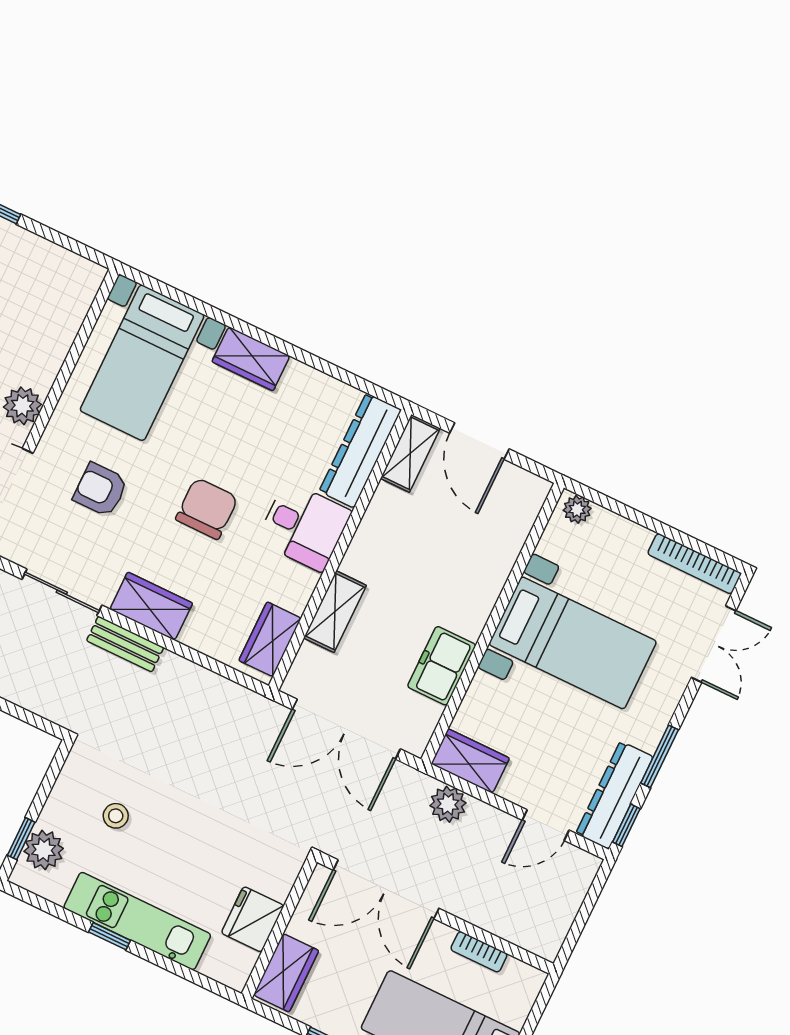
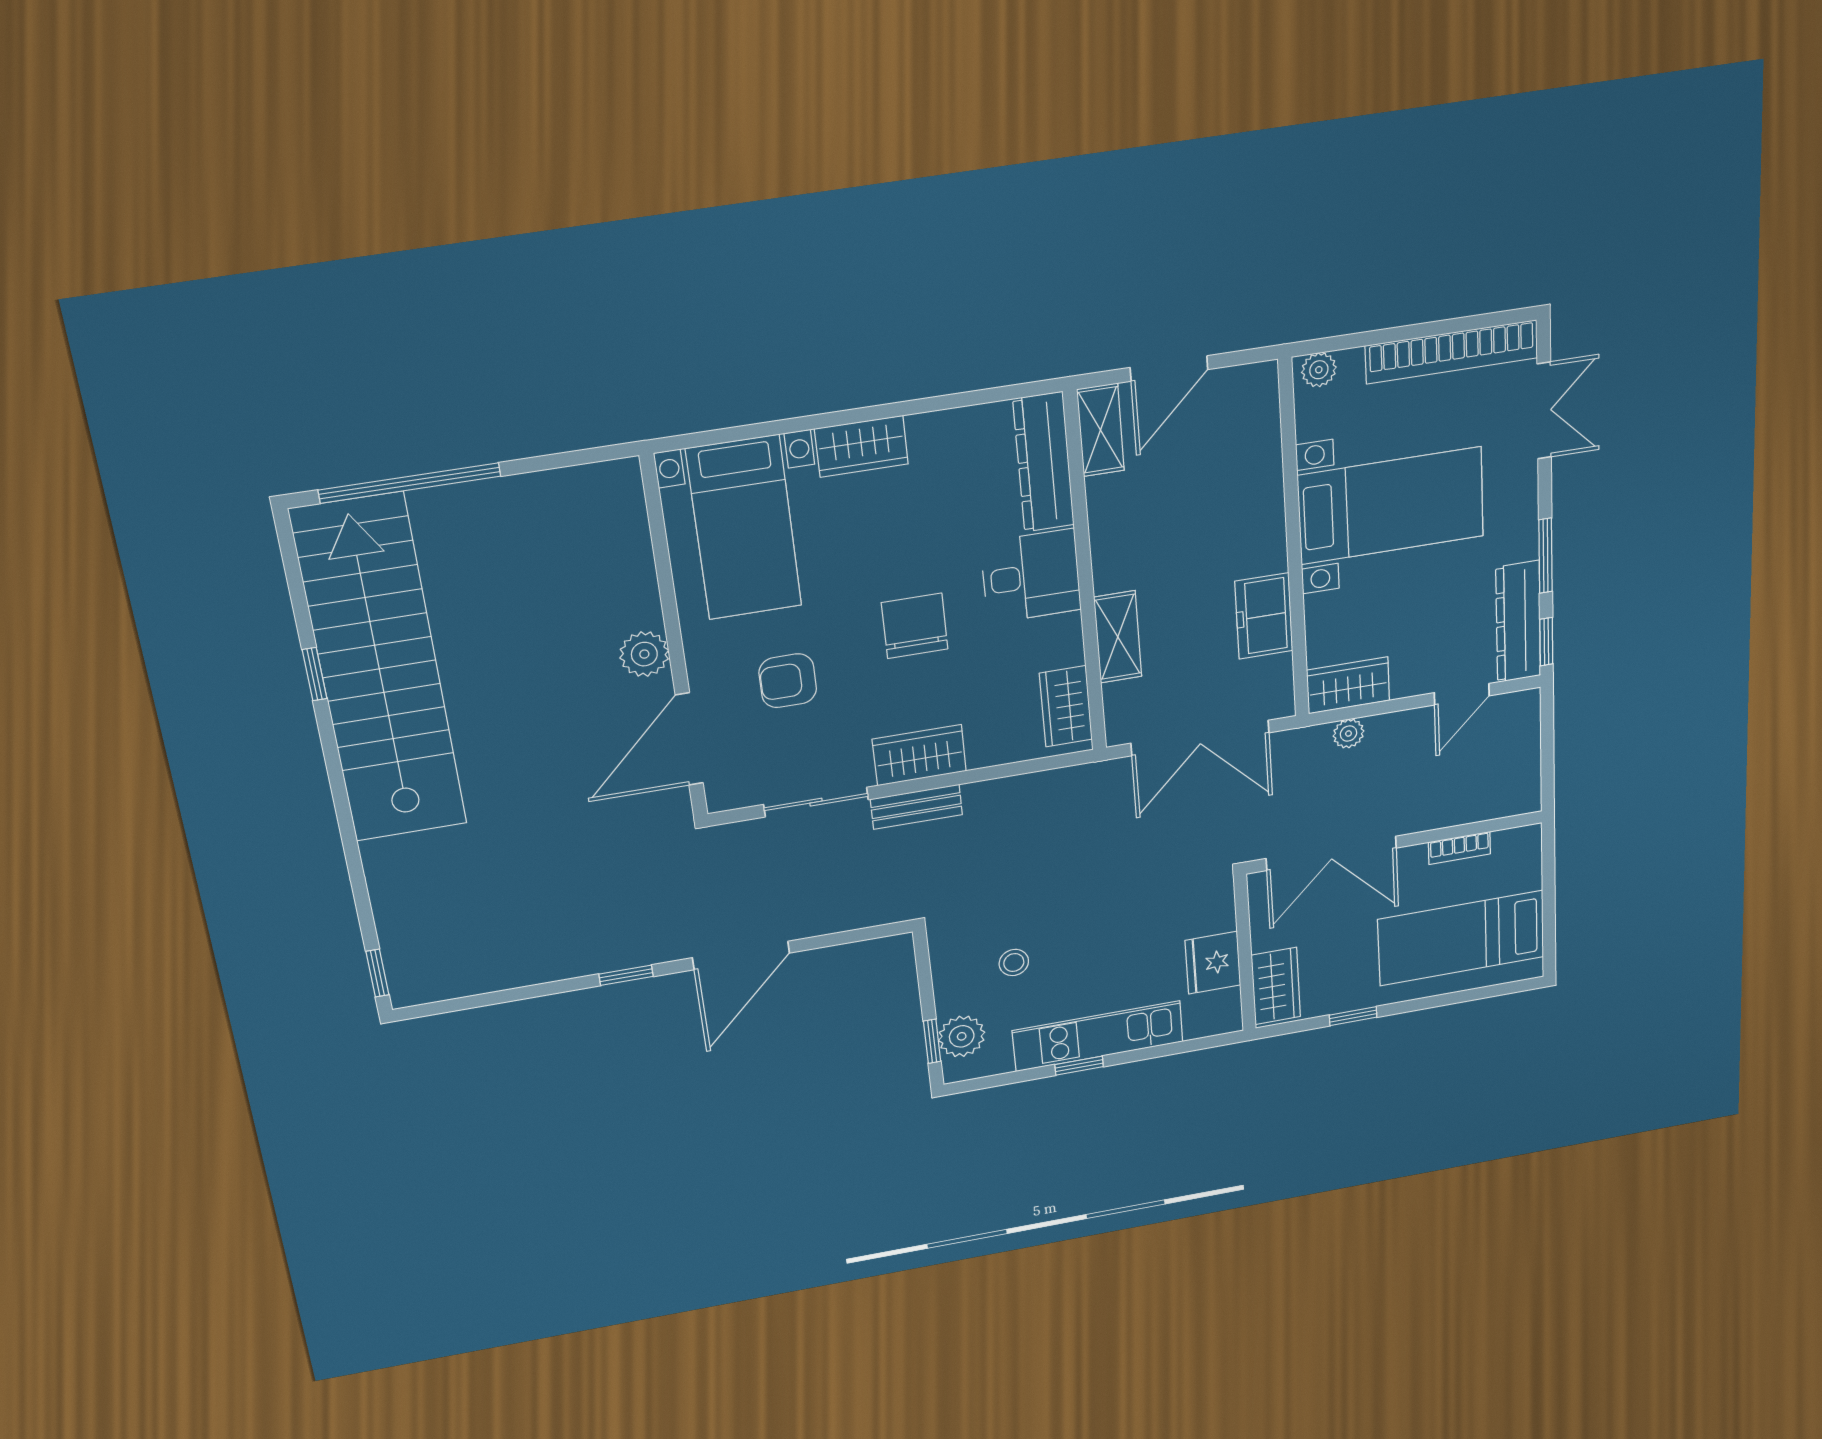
door: (479, 441) -> (1169, 369), hinge flipped
bookcase: (694, 564) -> (1452, 352), width x1.48, depth x1.31
plant: (448, 804) -> (1348, 734), width x0.73, depth x0.73

